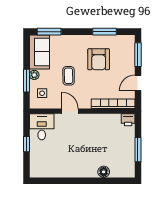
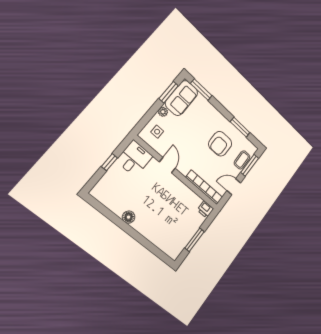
coffee table: (69, 76) -> (242, 160), moved
window: (26, 81) -> (169, 92), moved
floor lamp: (104, 172) -> (129, 217), moved

